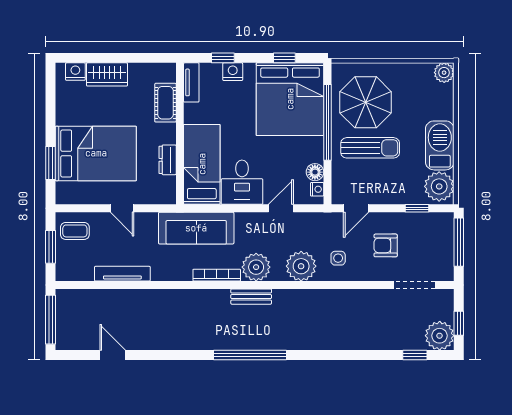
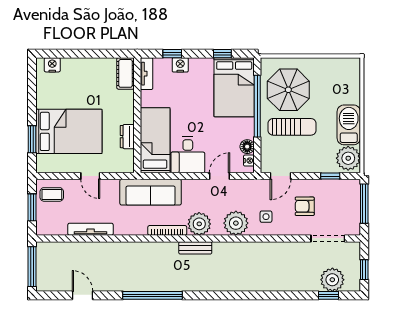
plant: (444, 73) -> (352, 66), removed
wardrobe: (107, 74) -> (78, 67), removed
bed: (290, 99) -> (234, 87), width x0.73
cot: (165, 103) -> (126, 73), moved
plant: (440, 336) -> (332, 280), moved
window: (250, 355) -> (153, 295), moved

